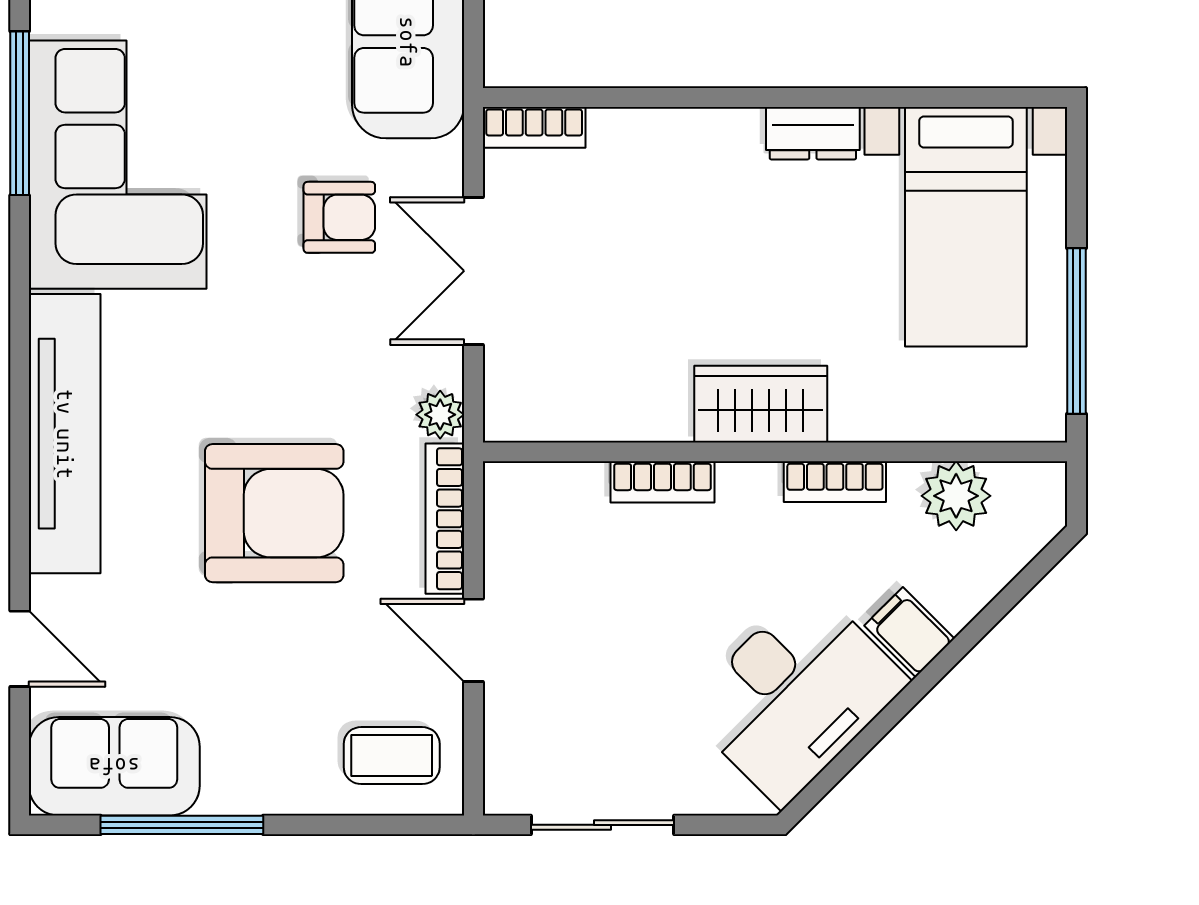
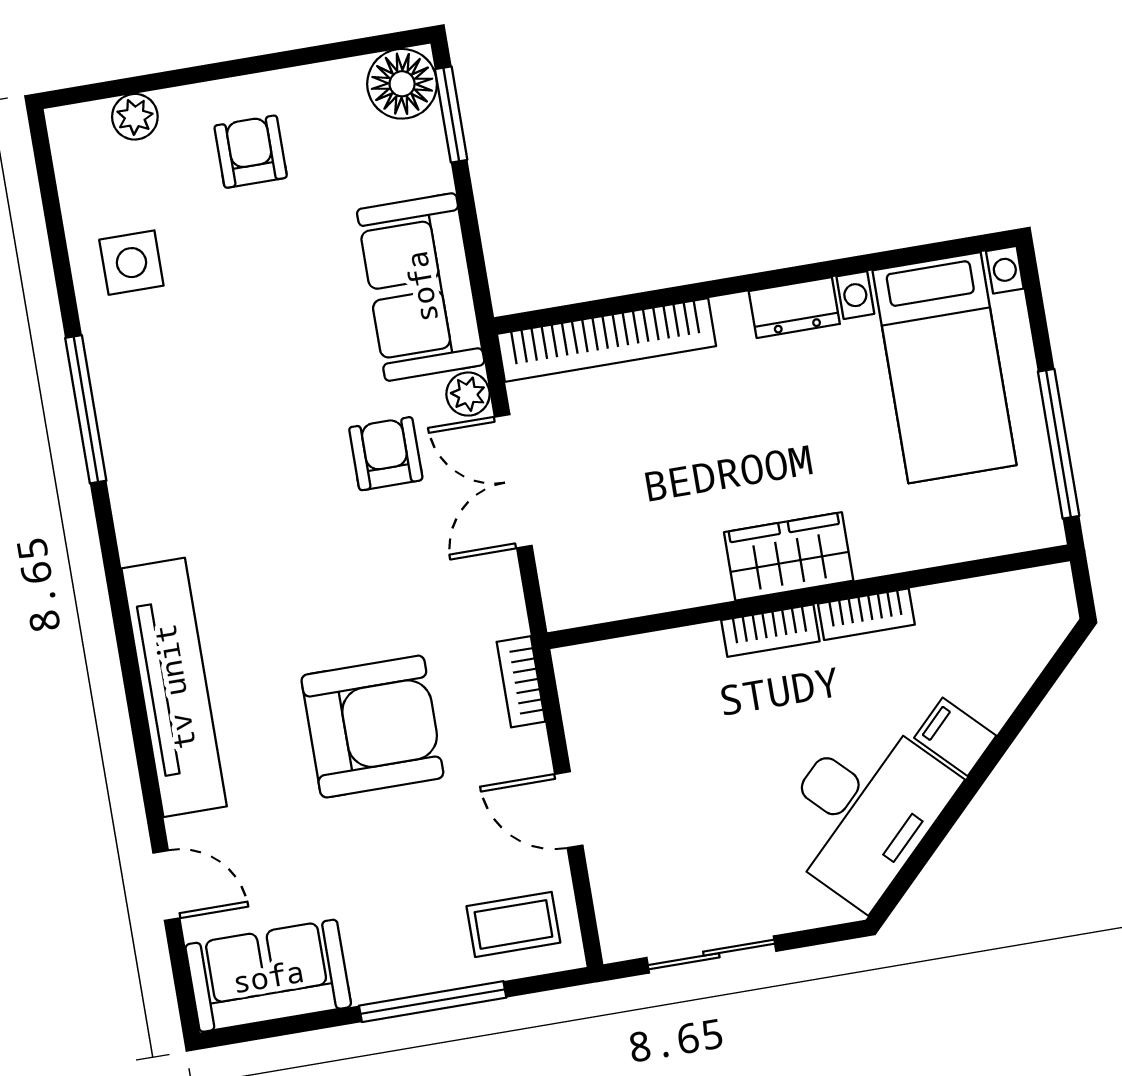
bookcase: (534, 127) -> (606, 340), width x2.31, depth x1.31
corner sofa: (118, 165) -> (181, 440), removed
armchair: (339, 217) -> (386, 454), turned -90
plant: (440, 415) -> (468, 394), moved
bookcase: (662, 482) -> (770, 631), moved
plant: (956, 496) -> (976, 609), removed
bookcase: (445, 519) -> (521, 682), width x0.64
window: (182, 825) -> (433, 1002), moved

